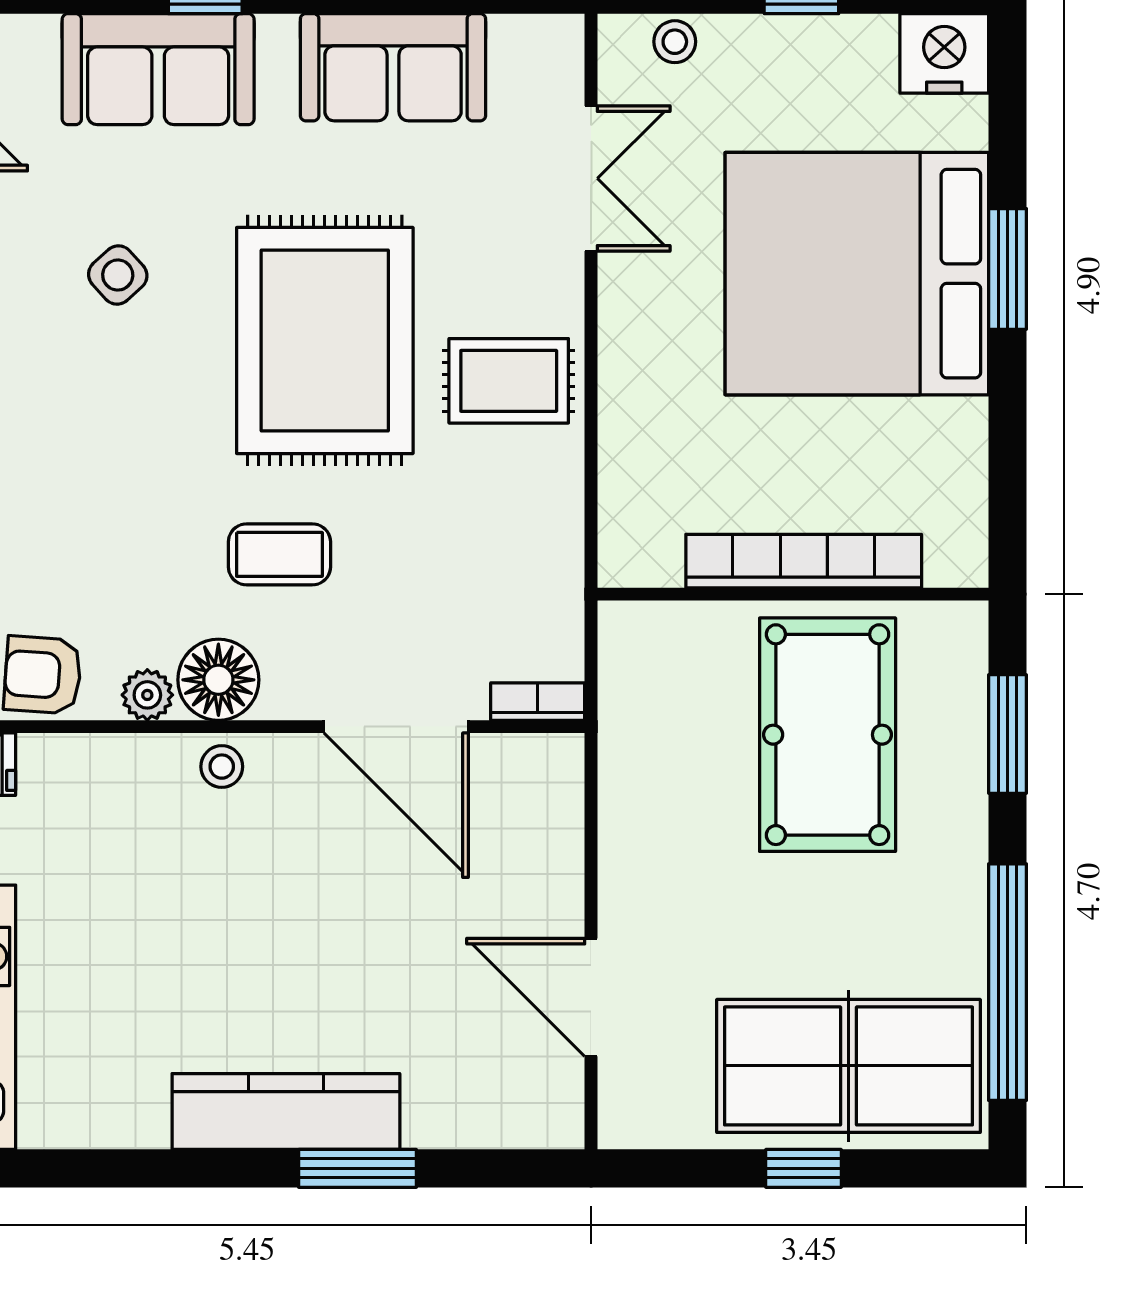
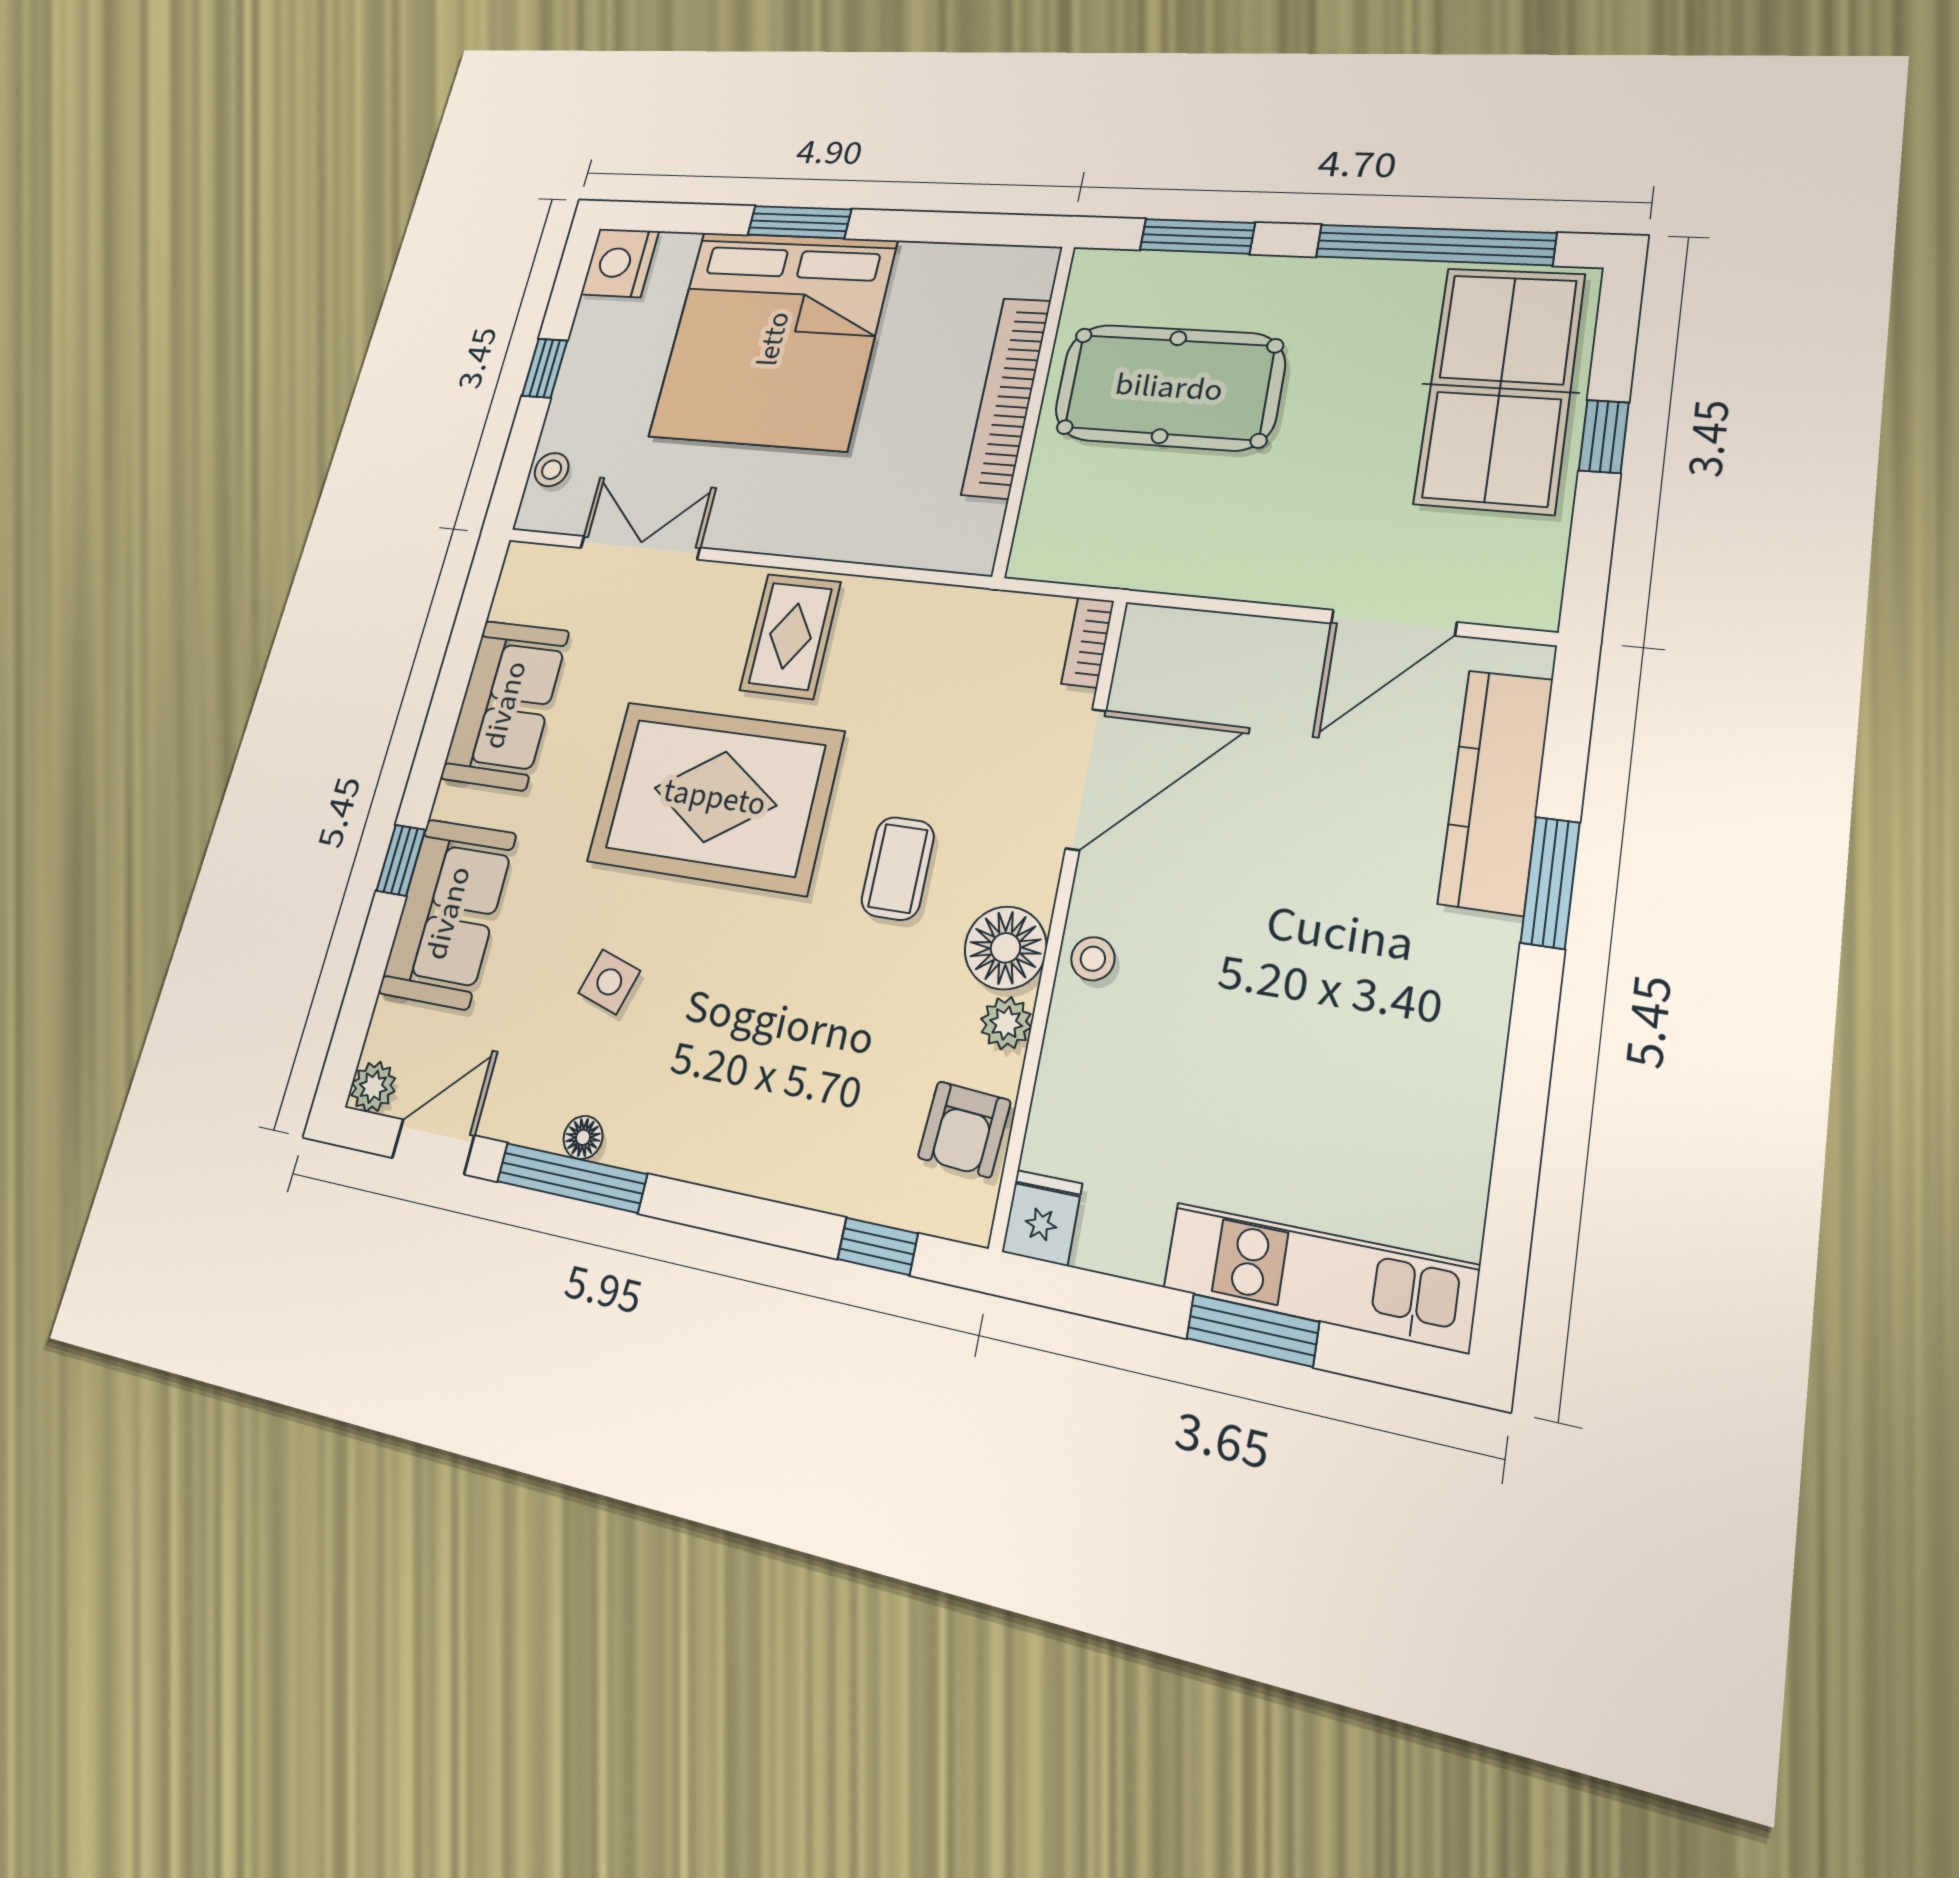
side table: (118, 275) -> (609, 982), turned -31
kitchen counter: (286, 1111) -> (1496, 791), moved

